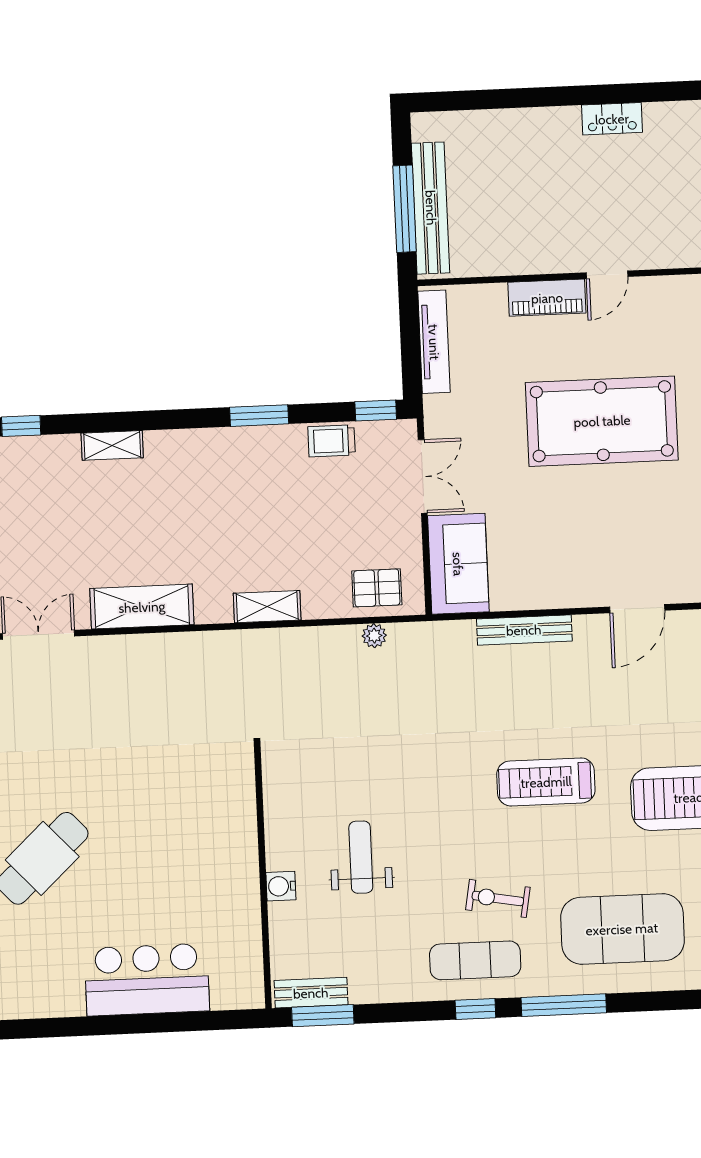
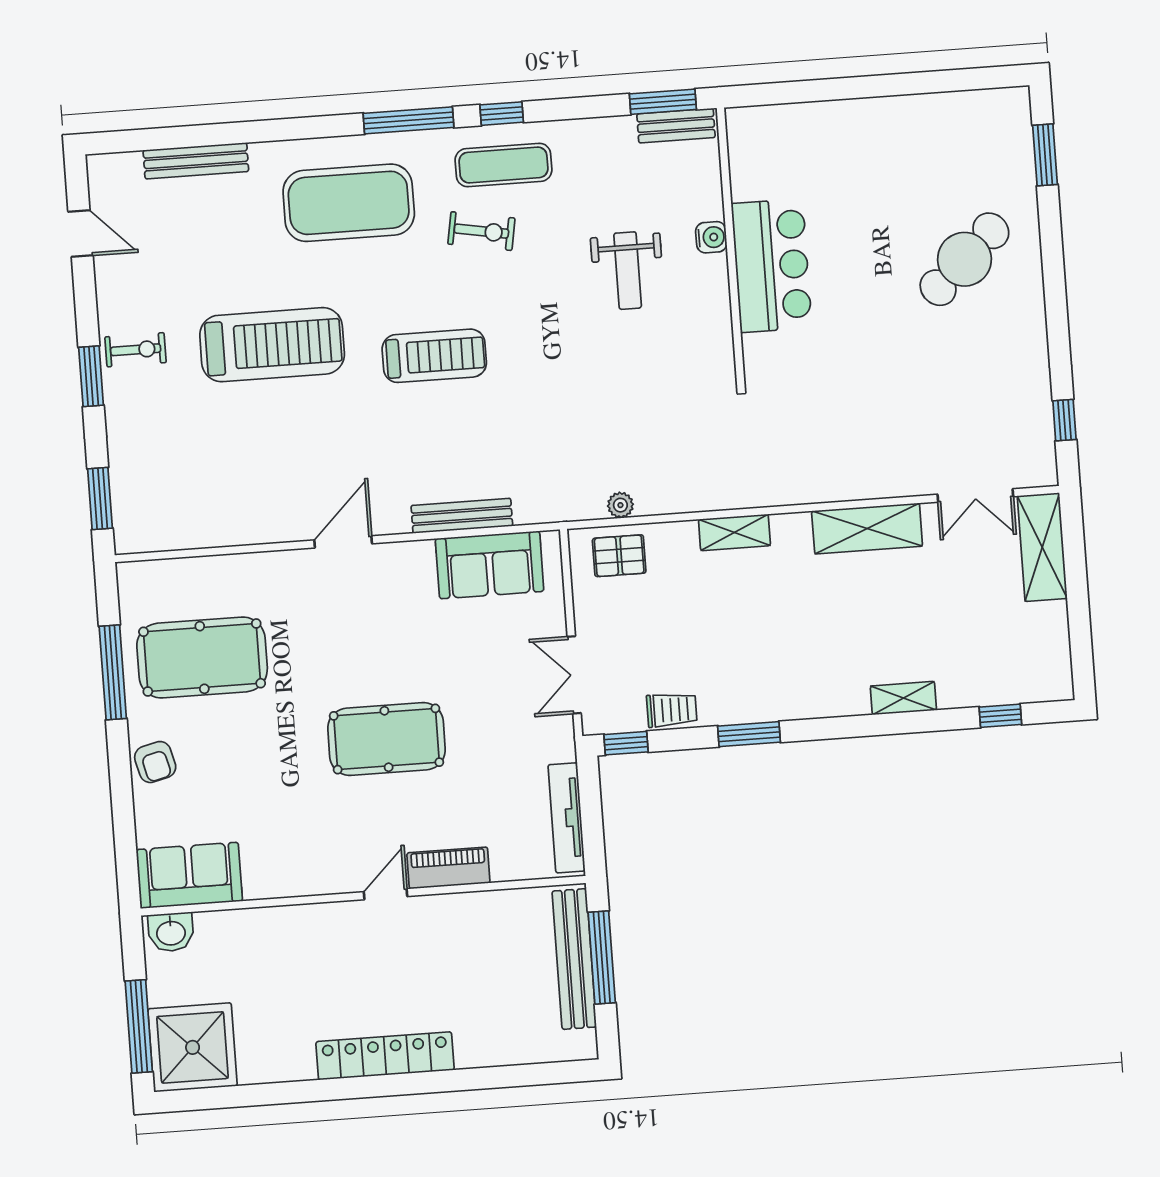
locker: (612, 119) -> (385, 1056), width x2.16, depth x1.21
pool table: (602, 421) -> (386, 739), width x0.73, depth x0.76
sofa: (458, 564) -> (490, 565), moved, turned -90
bar counter: (147, 980) -> (772, 266), moved, turned -90

